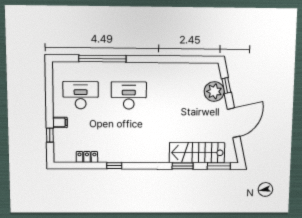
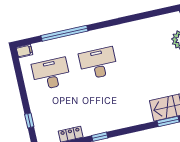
filing cabinet: (60, 122) -> (24, 51), moved

